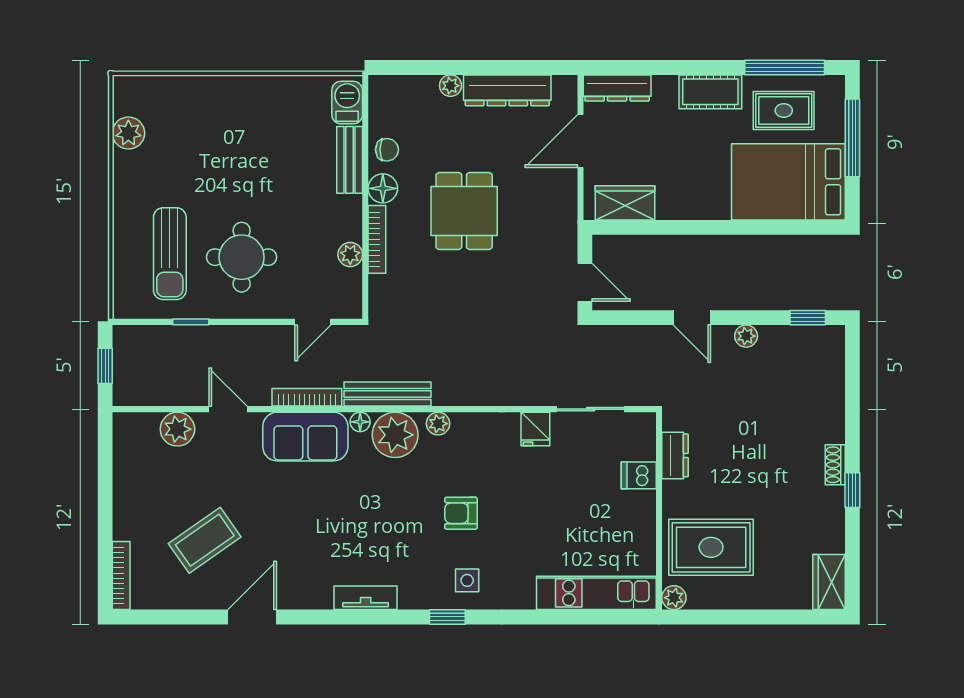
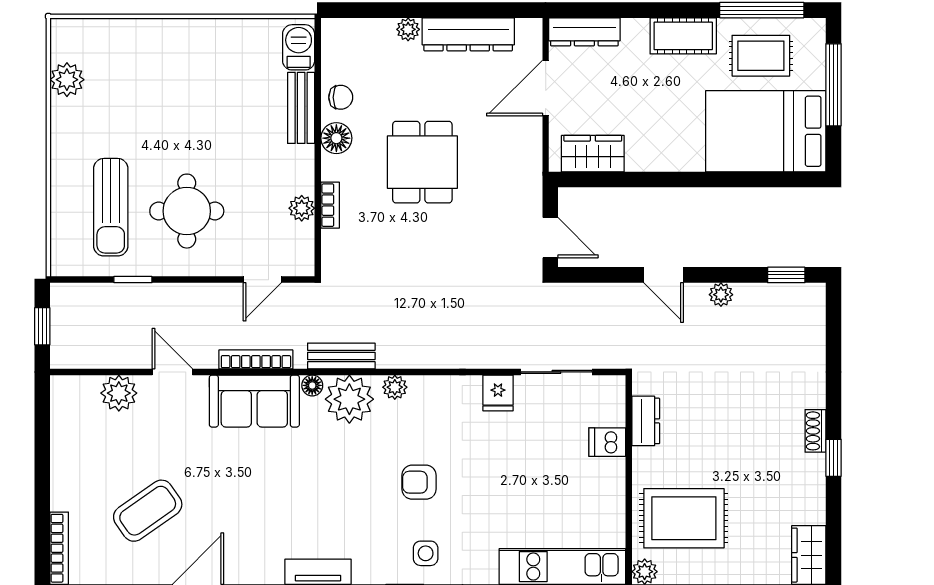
bookcase: (377, 239) -> (330, 205), width x0.64
bench: (388, 394) -> (341, 356), width x0.73

